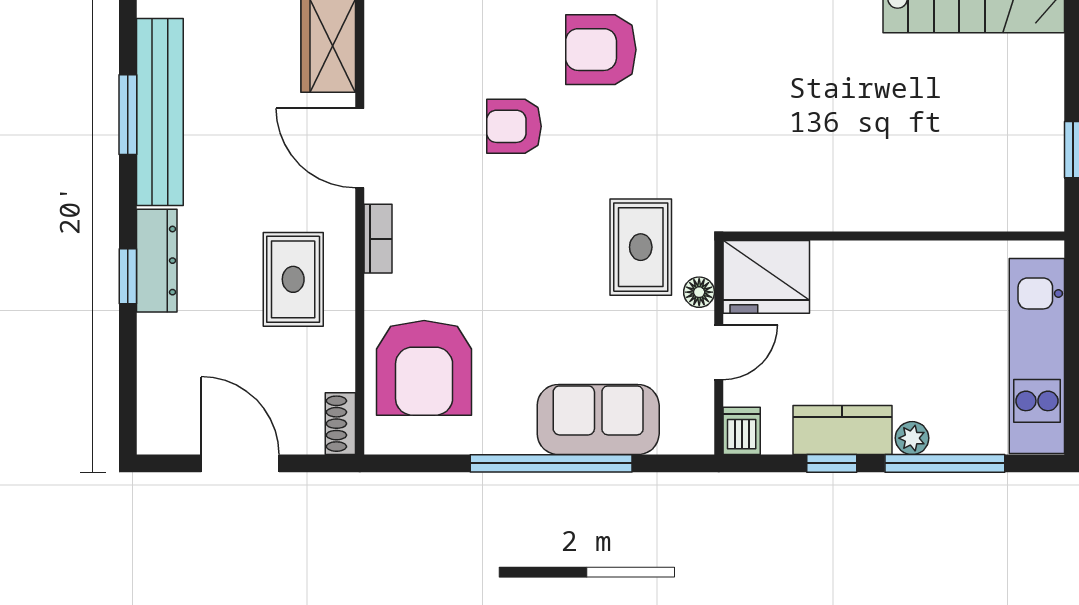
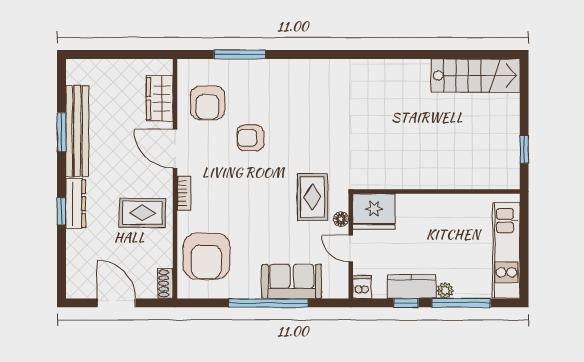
armchair: (601, 50) -> (207, 103), moved, turned -90
rug: (293, 279) -> (142, 213), turned 90
door: (719, 352) -> (351, 249), swing flipped

